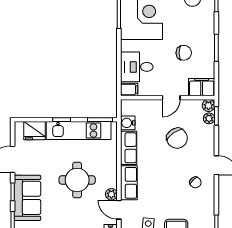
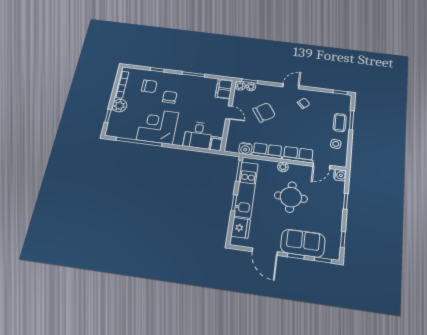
chair: (184, 53) -> (170, 97), moved
plant: (111, 194) -> (283, 167), moved

